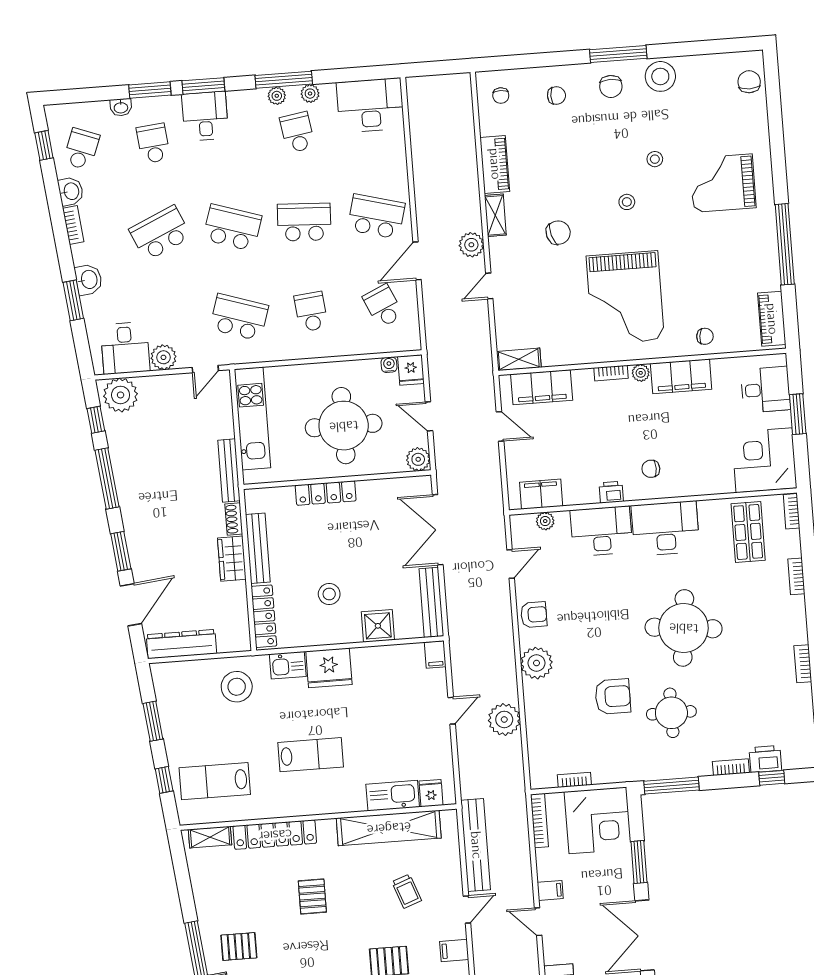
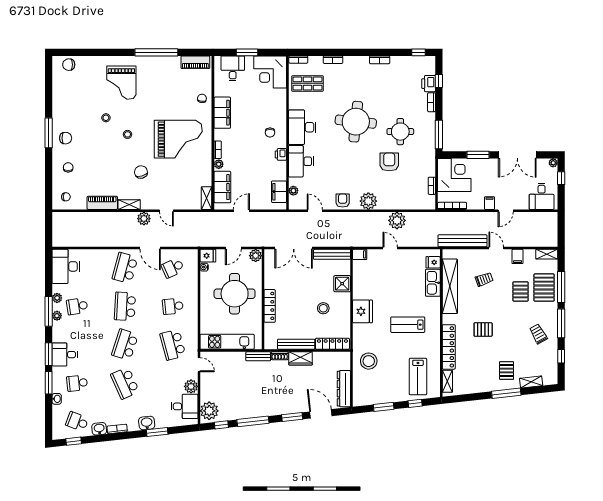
stool: (660, 76) -> (62, 111), removed
school desk: (239, 317) -> (173, 345), turned -33
plant: (641, 373) -> (219, 164), moved
bench: (229, 471) -> (258, 356), width x0.73
kitchen sink: (288, 665) -> (359, 333), removed
lab bench: (311, 755) -> (408, 325), turned -90

